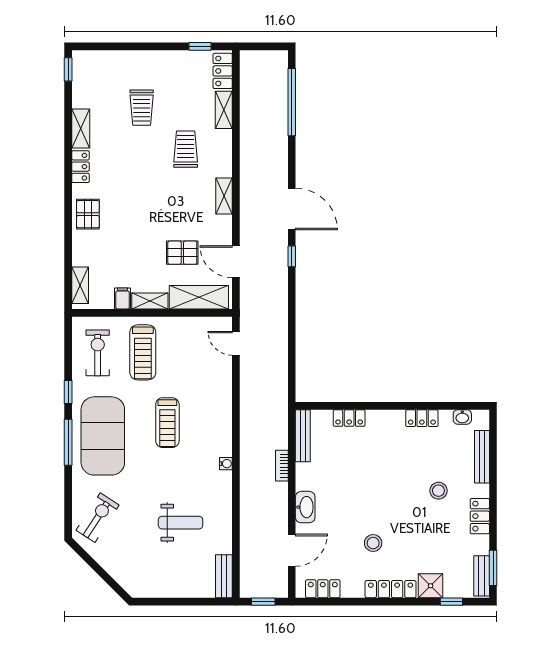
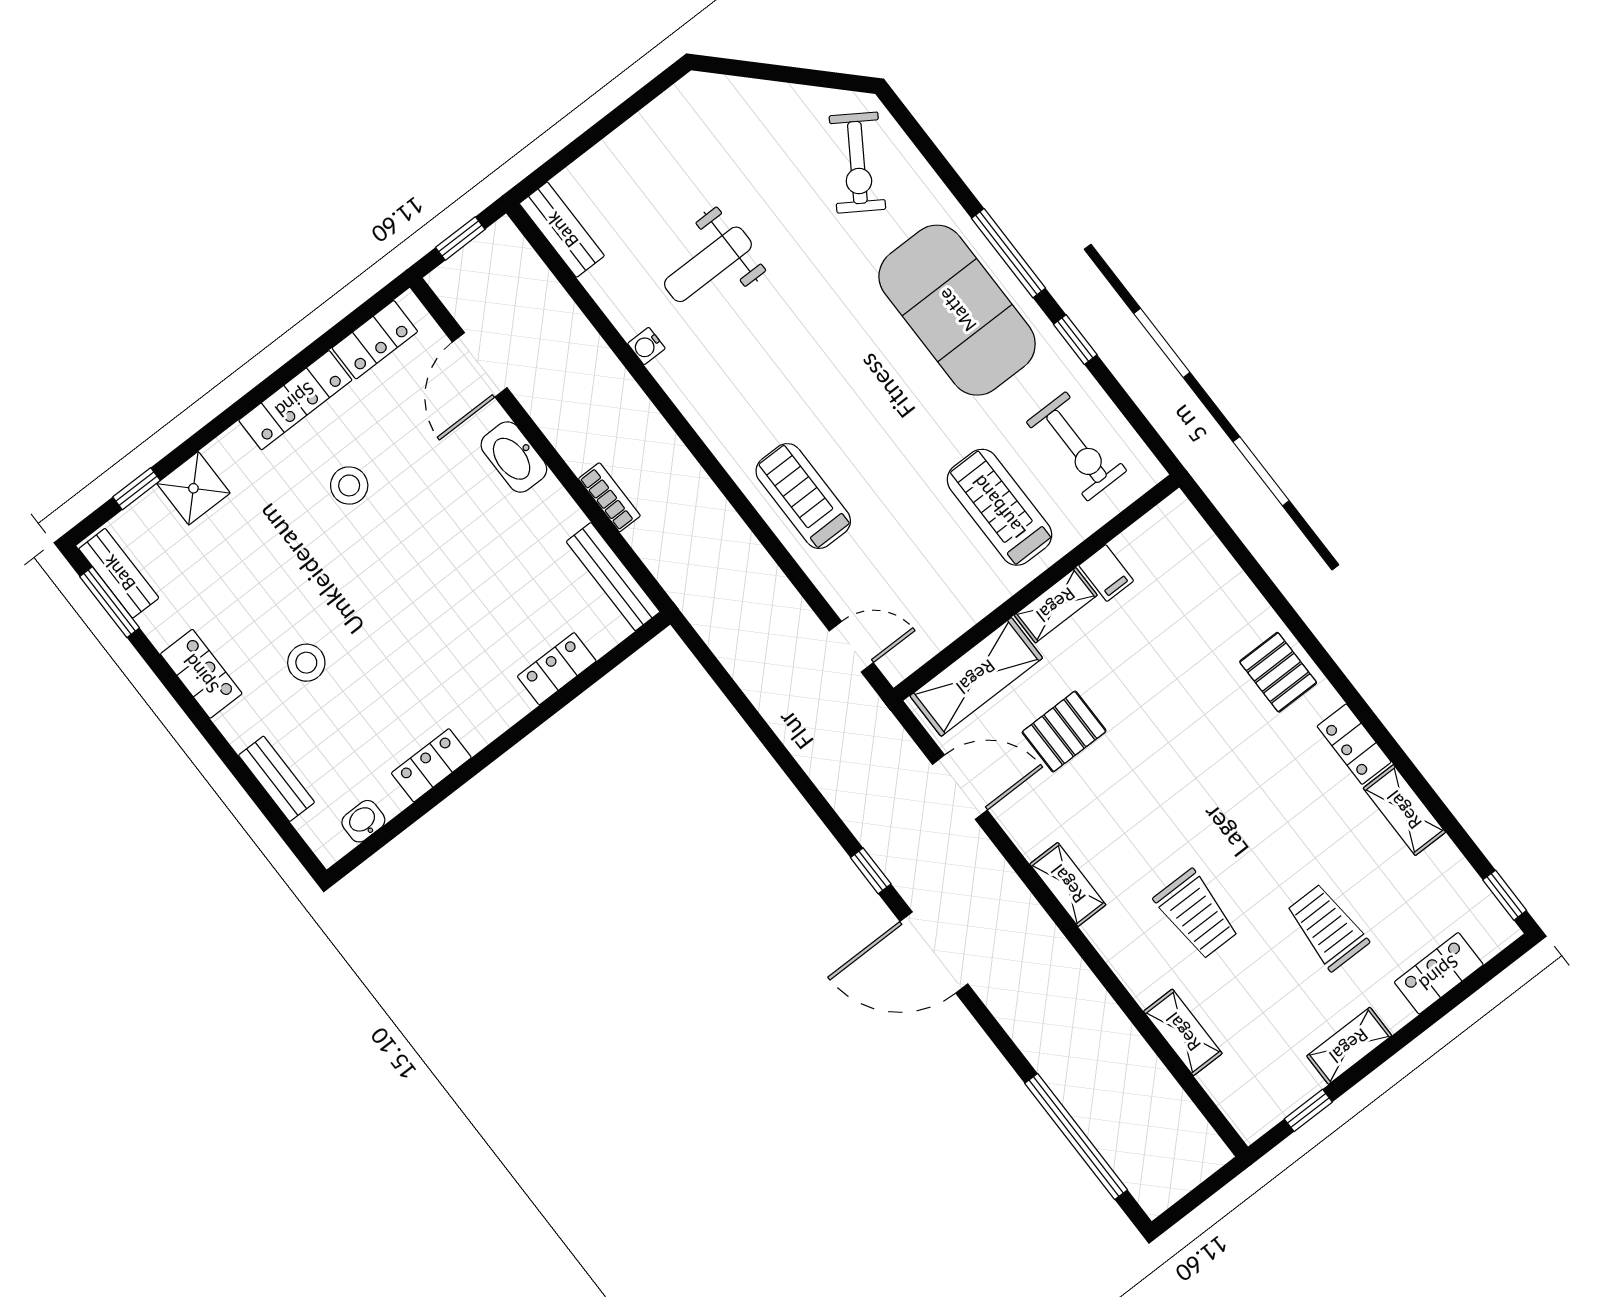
locker: (223, 71) -> (1439, 973), moved, turned -90
shelving: (80, 285) -> (1349, 1046), moved, turned 90
treadmill: (167, 423) -> (803, 496), moved
bench: (482, 457) -> (277, 779), width x0.73
water cooler: (226, 464) -> (646, 346), moved
locker: (391, 589) -> (295, 400), moved

